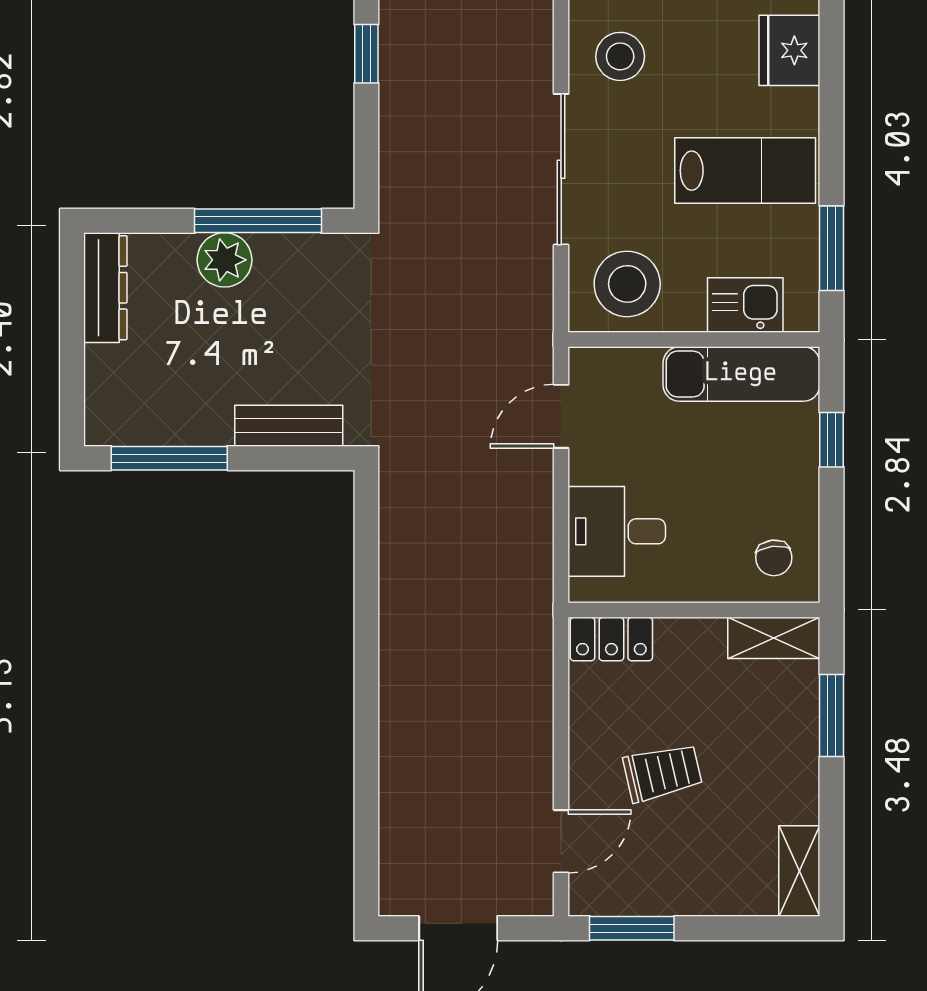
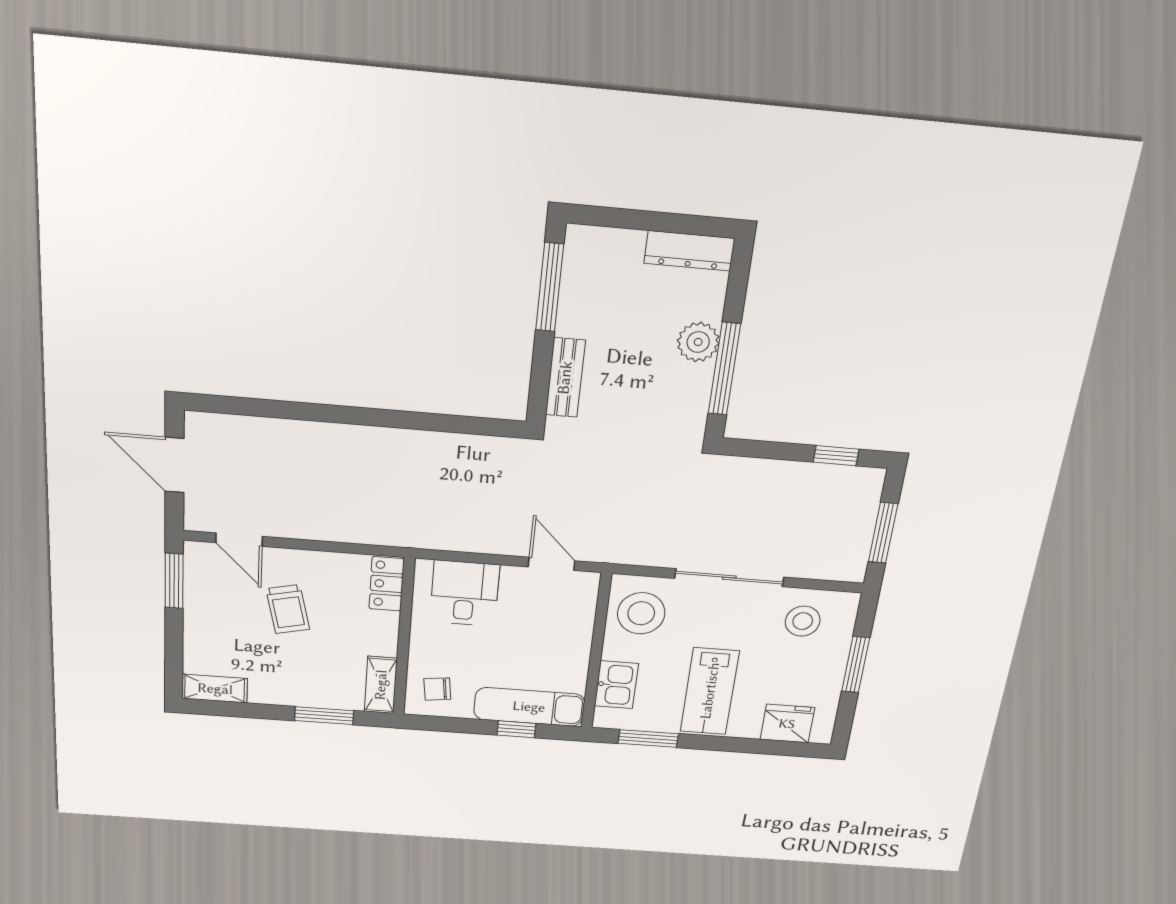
exam couch: (741, 374) -> (529, 707), moved, turned 90

